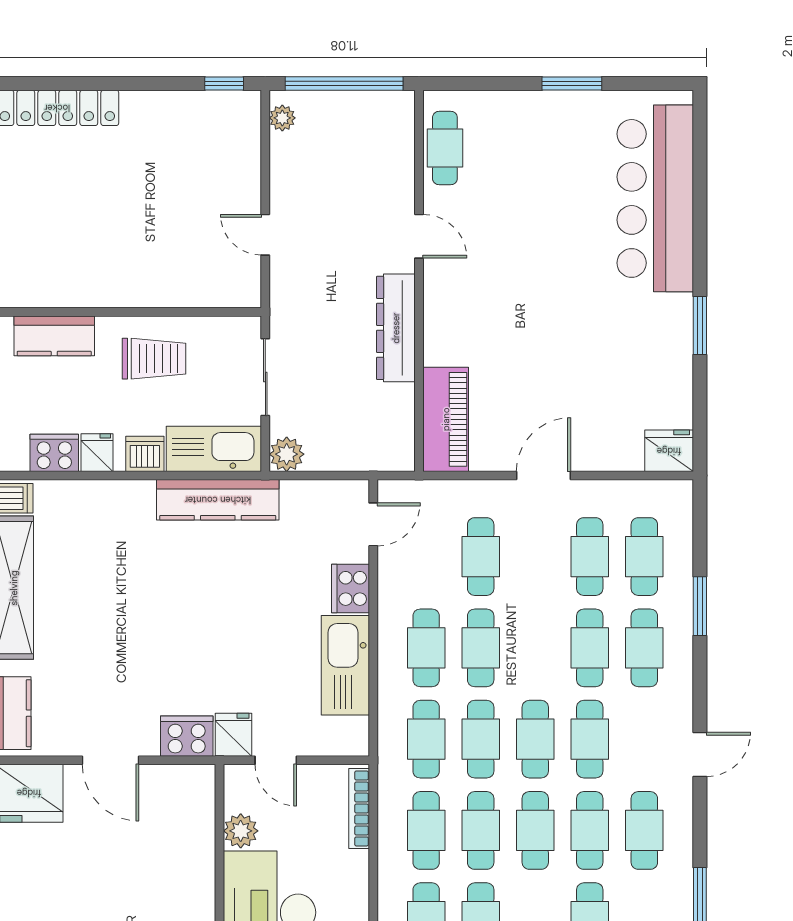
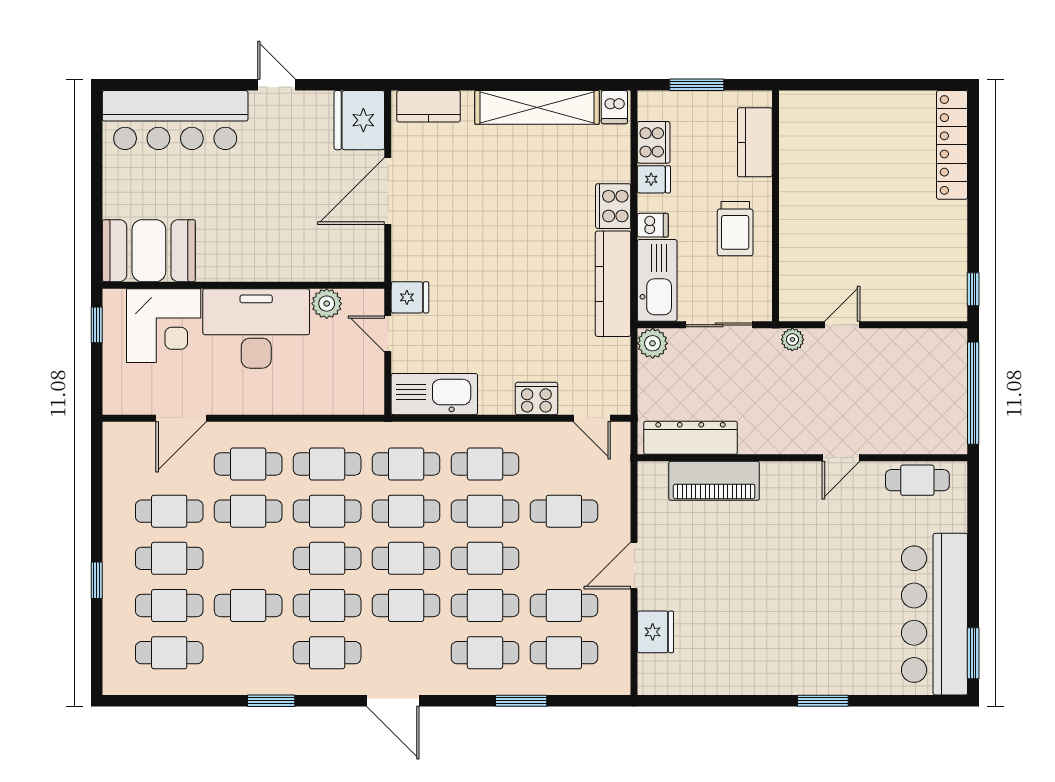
window: (572, 84) -> (973, 653), moved
plant: (282, 118) -> (792, 340), moved
bar counter: (655, 198) -> (935, 614), moved, turned -90
window: (700, 325) -> (823, 701), moved
dresser: (396, 328) -> (690, 438), moved
piano: (446, 419) -> (714, 481), moved
fridge: (669, 451) -> (655, 632), moved
dishwasher: (145, 454) -> (653, 225), width x0.73
door: (544, 476) -> (634, 565), swing flipped
cafe table: (535, 648) -> (485, 558), added
kitchen sink: (345, 665) -> (434, 394), moved
cooker: (187, 736) -> (613, 206), moved, turned 180
door: (700, 754) -> (393, 701), width x1.38
door: (111, 760) -> (388, 191), width x1.36
door: (276, 760) -> (388, 334), hinge flipped
bookcase: (359, 808) -> (346, 406), removed

